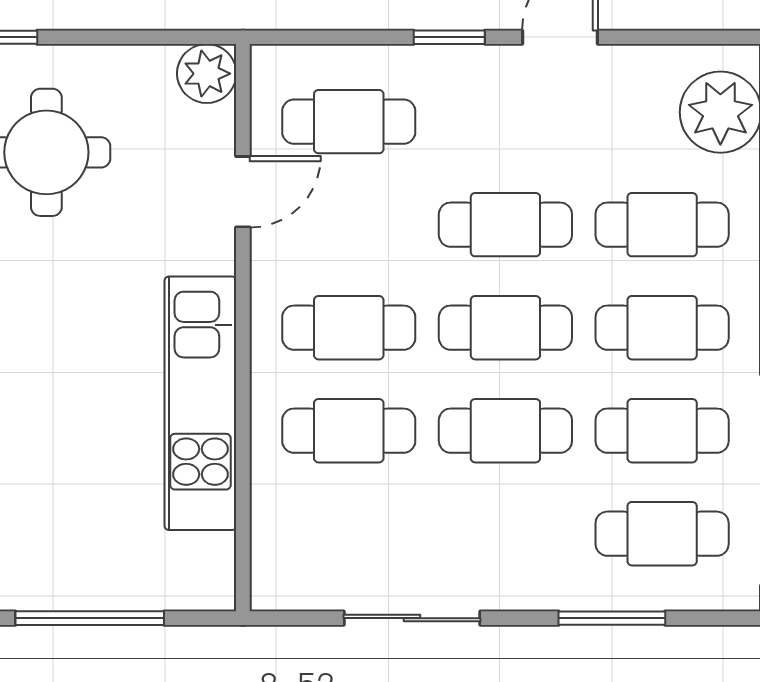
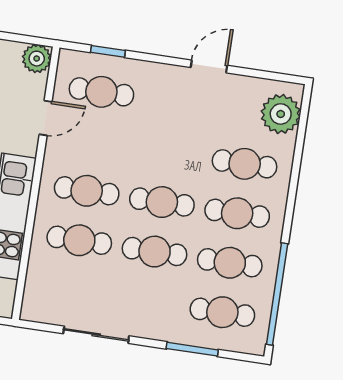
window: (449, 37) -> (108, 51), moved
cafe table: (505, 225) -> (169, 153), removed

